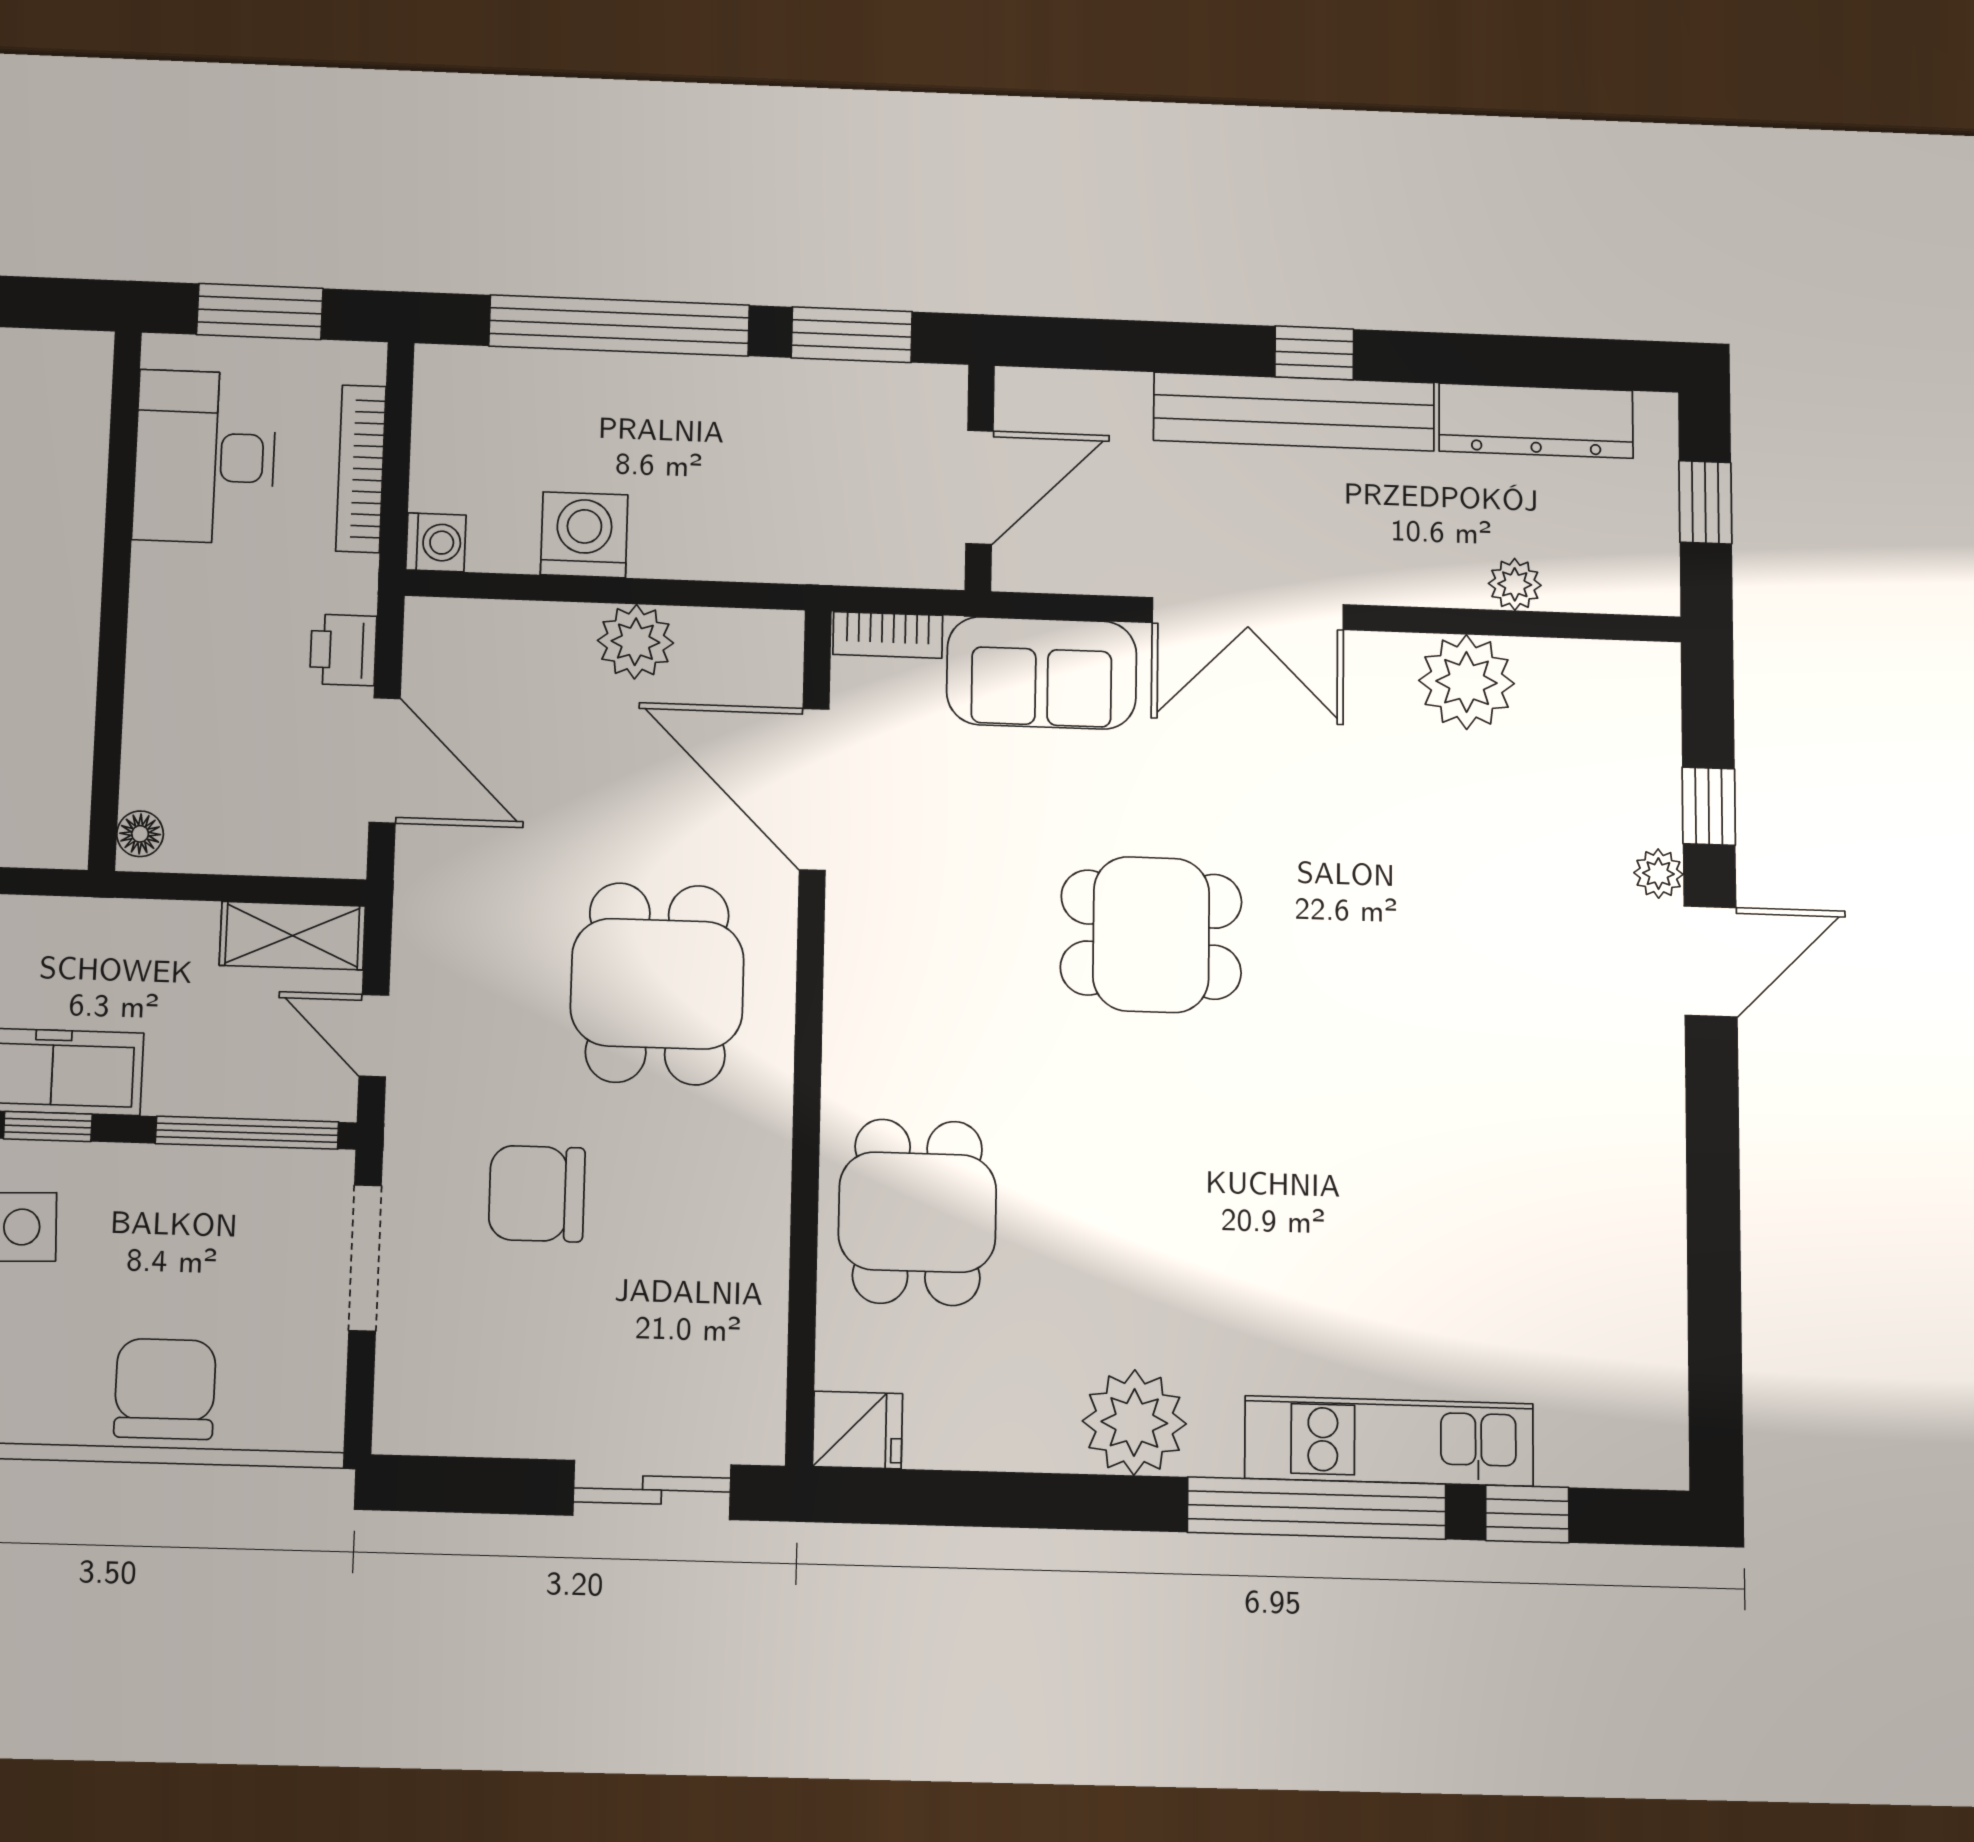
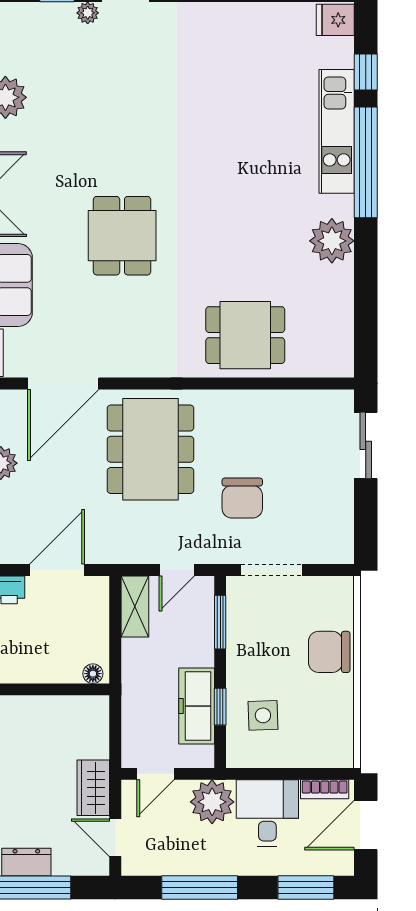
dining table: (657, 984) -> (150, 449), width x1.38
window: (247, 1133) -> (220, 622), width x0.69
fridge: (858, 1430) -> (335, 20), moved, turned -90

